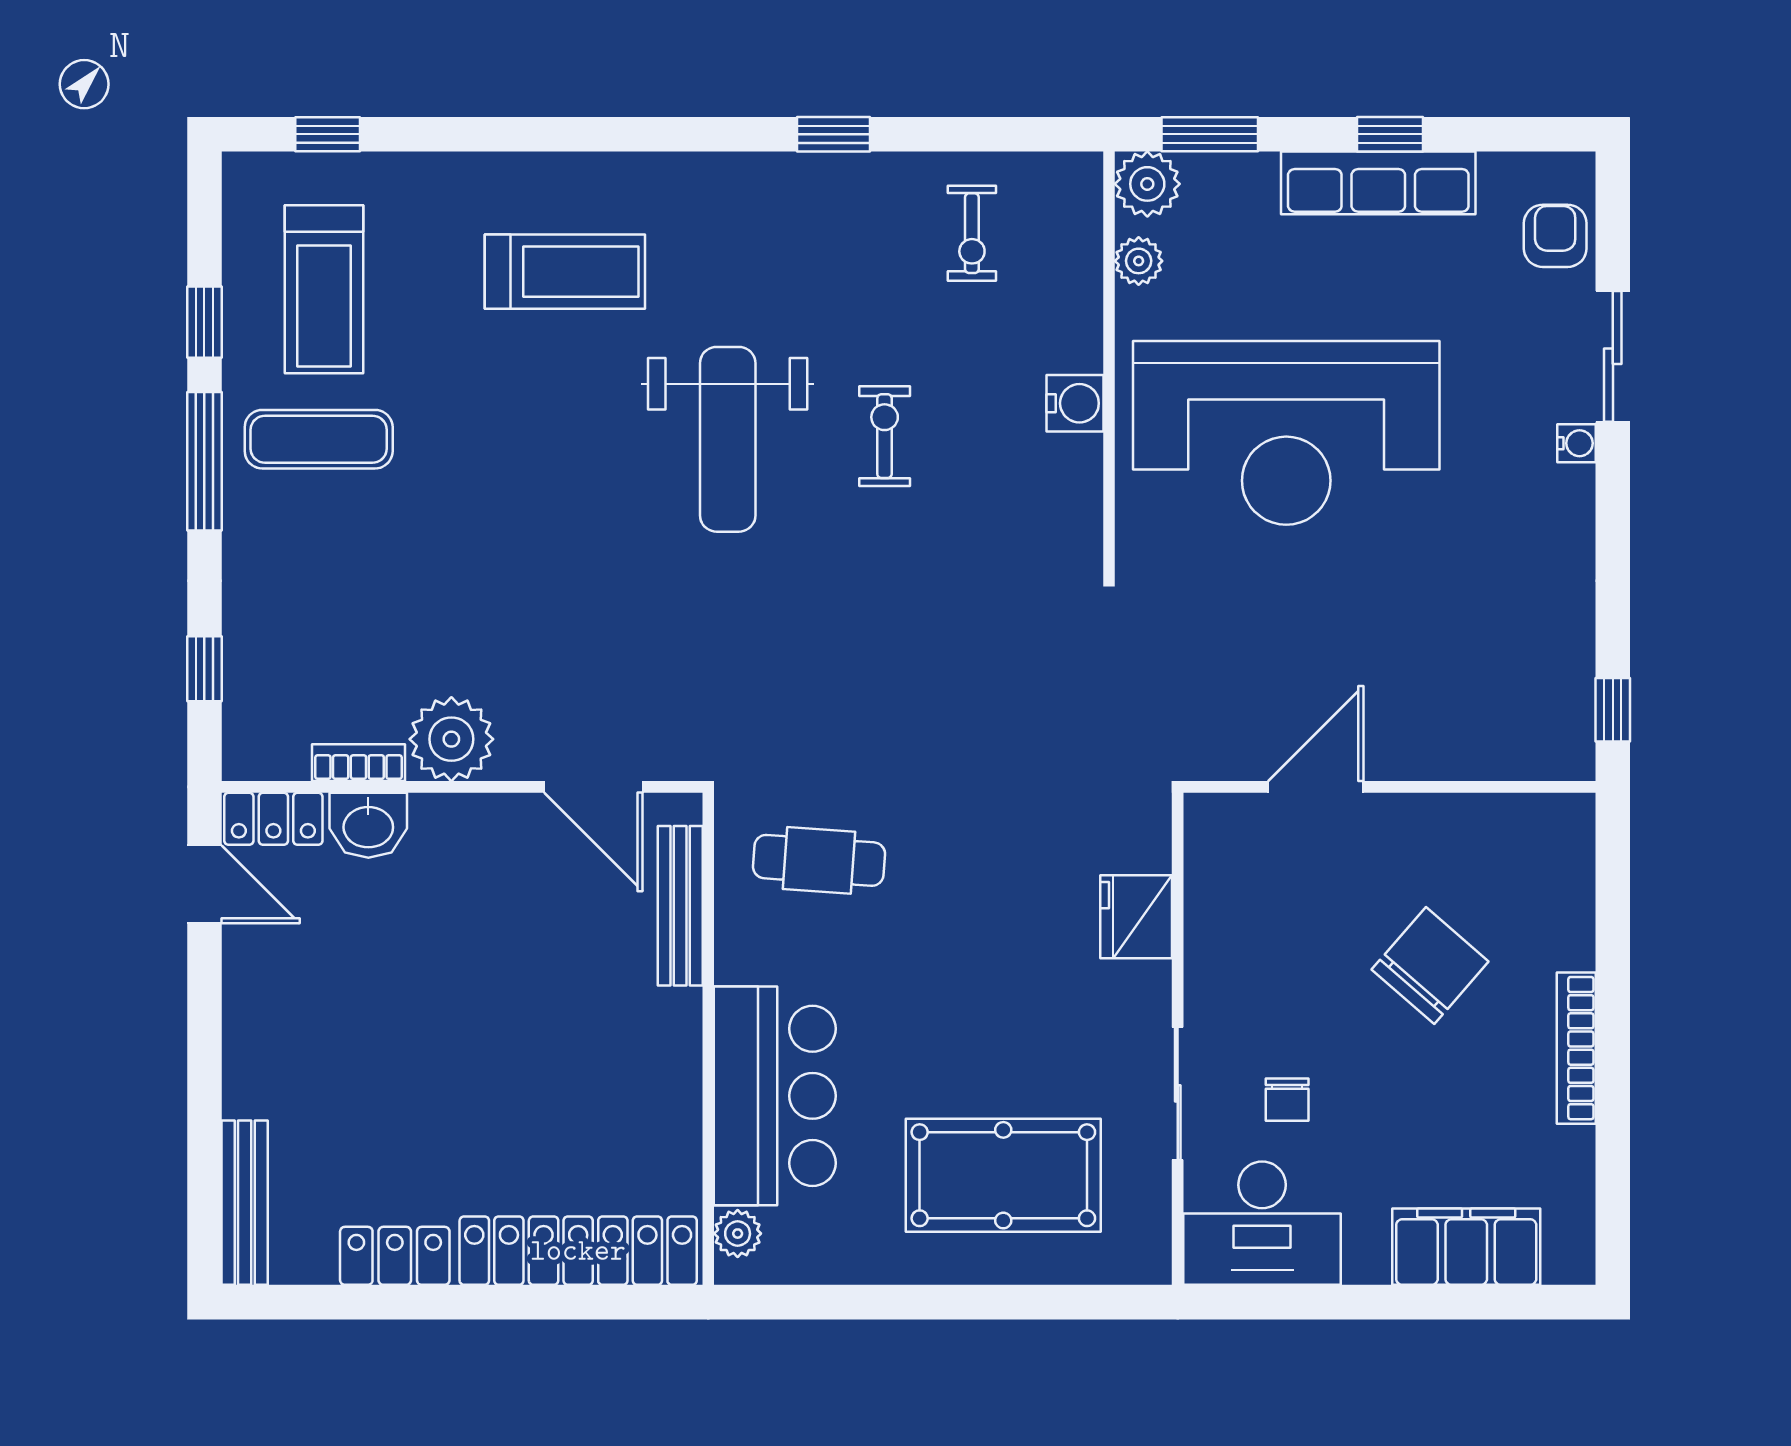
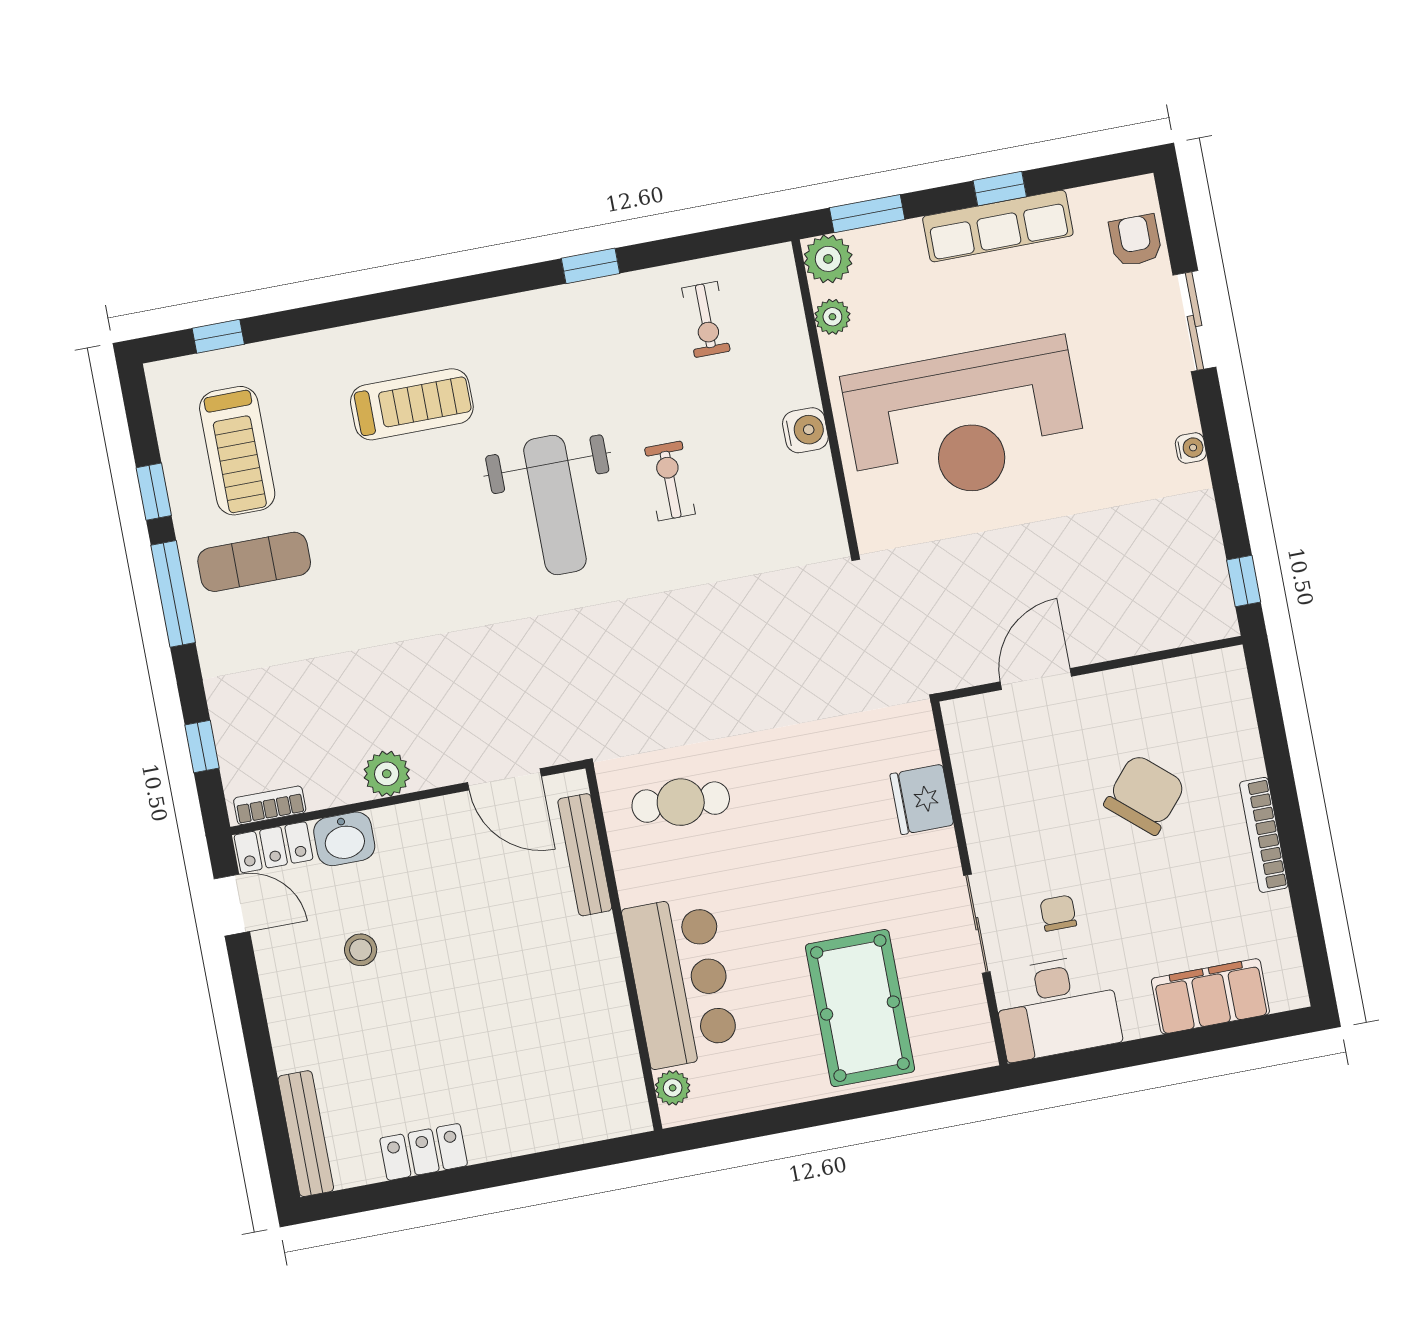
water cooler: (1576, 443) -> (1191, 448), moved
plant: (451, 739) -> (387, 774), width x0.73, depth x0.73
bookcase: (358, 763) -> (270, 805), moved
stool: (362, 975) -> (361, 950), added
chair: (1287, 1100) -> (1058, 913), turned 180
pool table: (1003, 1175) -> (860, 1008), turned 90
locker: (578, 1251) -> (558, 1123), removed

